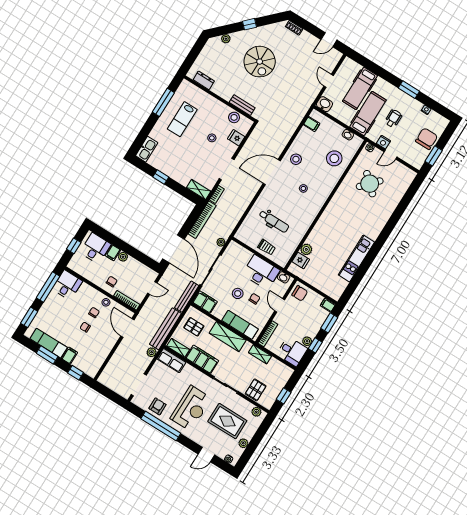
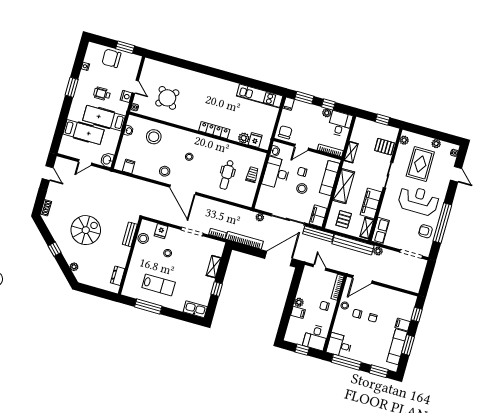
shelving: (199, 189) -> (214, 267), moved
dental chair: (274, 221) -> (227, 175), turned 180
locker: (323, 222) -> (214, 130), added
desk: (95, 248) -> (316, 337), moved, turned -90
kitchen unit: (356, 258) -> (260, 96), moved

